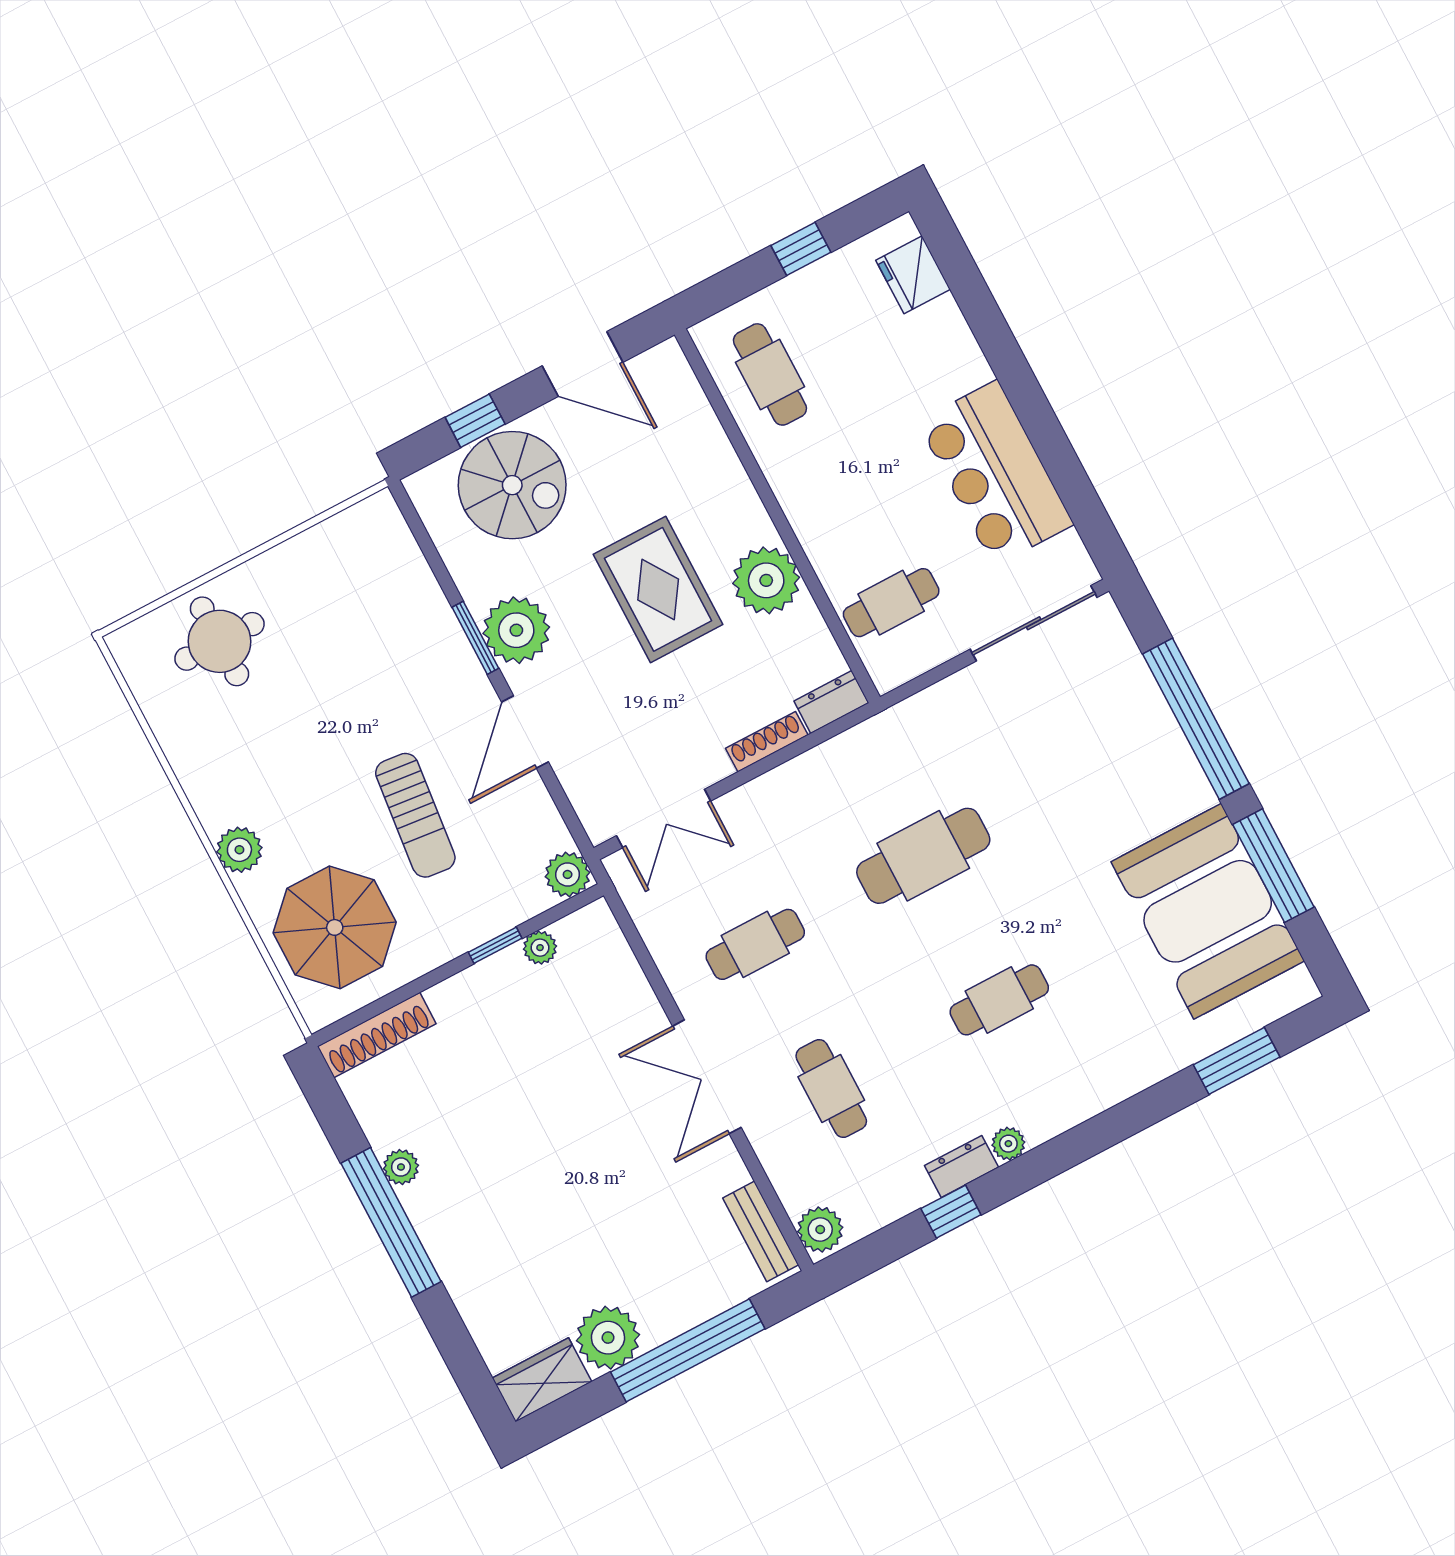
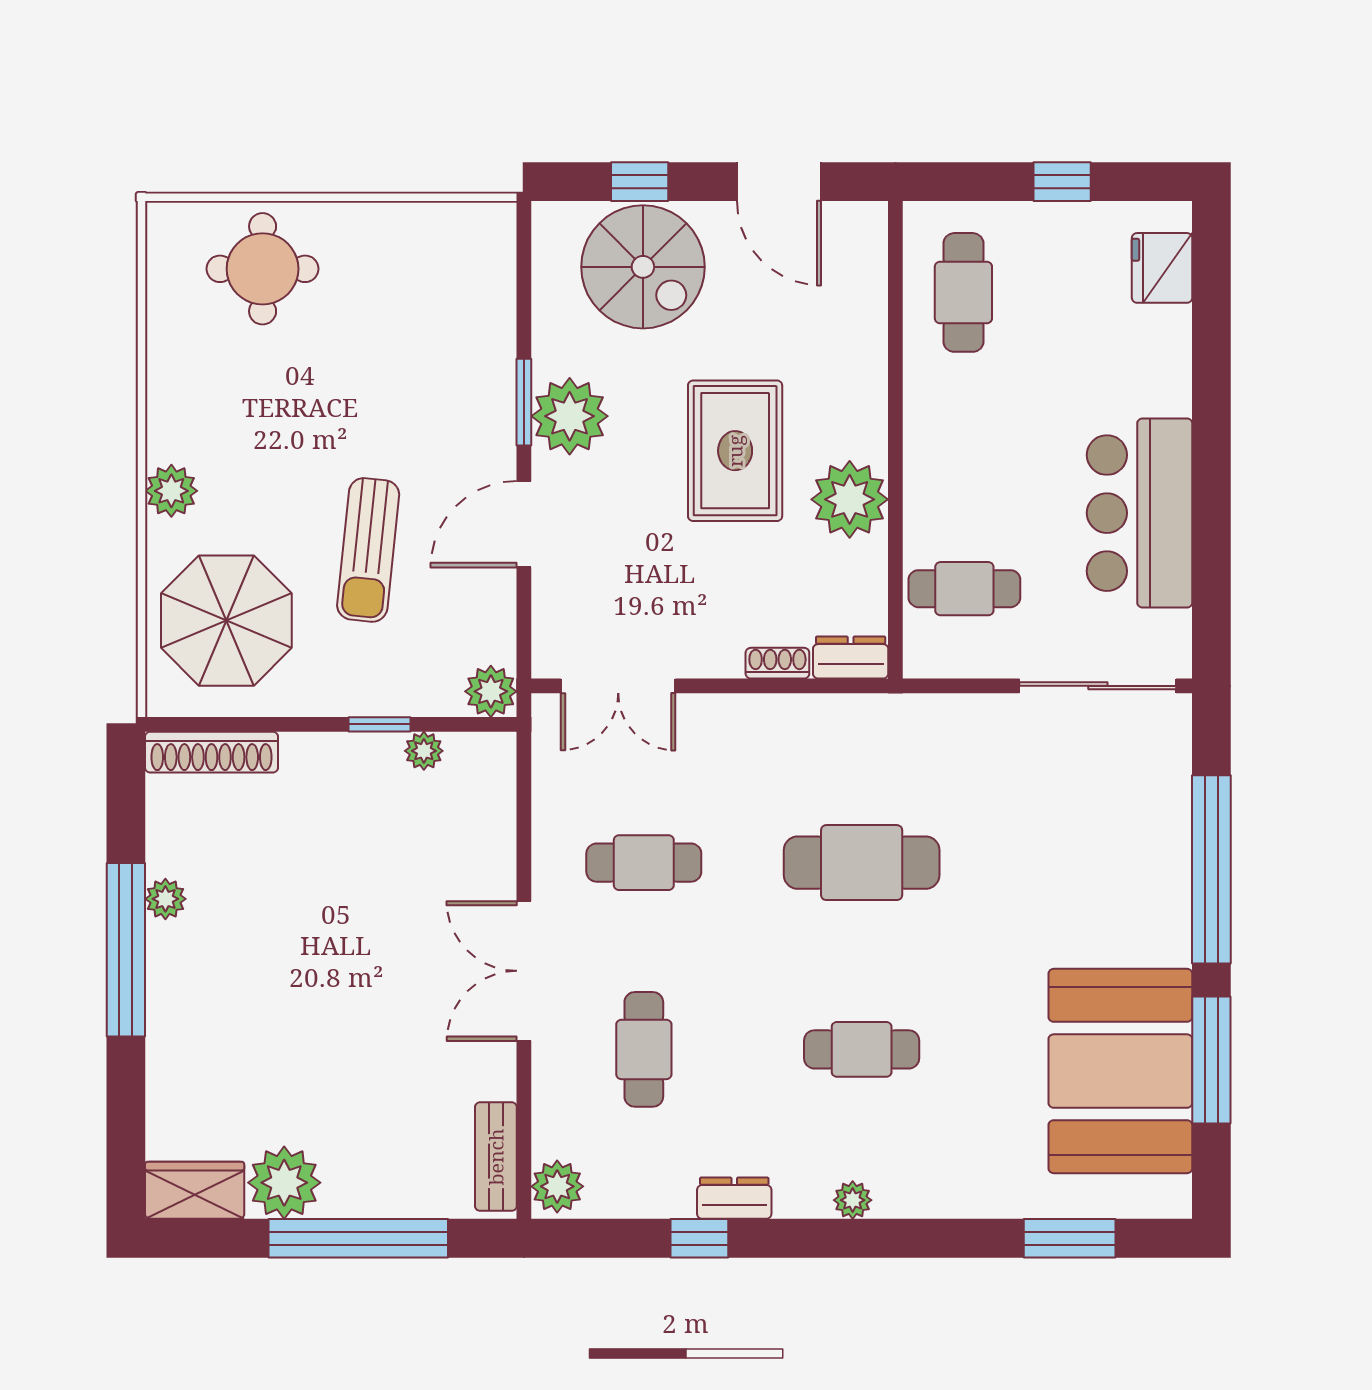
shoe rack: (767, 742) -> (777, 663), width x0.70
plant: (1008, 1144) -> (853, 1200), moved

